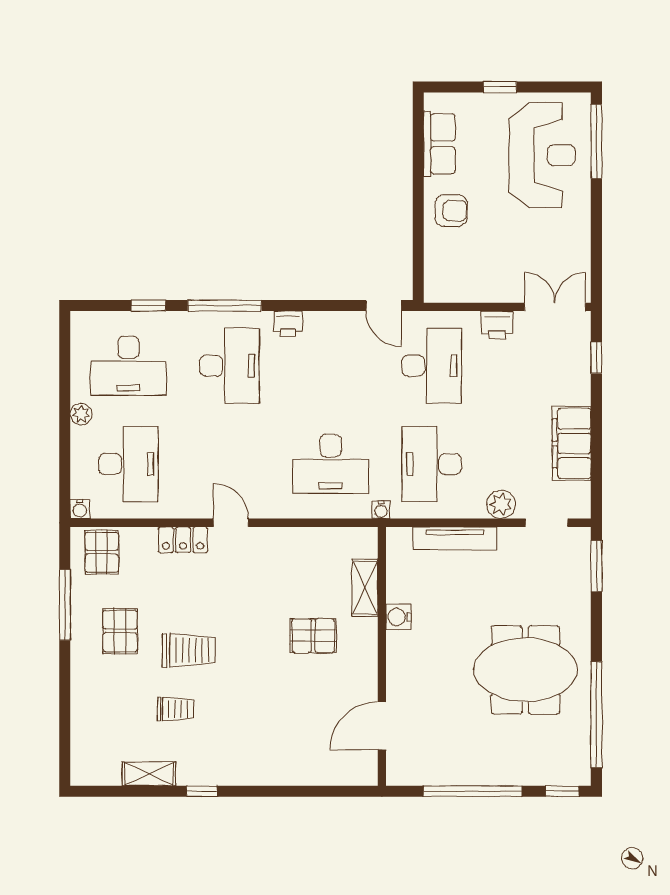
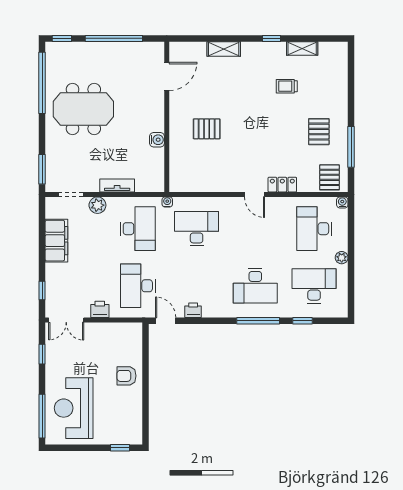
window: (500, 87) -> (120, 448), moved
row of seats: (439, 144) -> (133, 415), removed
window: (596, 248) -> (42, 354), added
printer: (288, 324) -> (193, 310), moved
desk: (230, 366) -> (255, 286), turned -90
tv unit: (455, 538) -> (117, 186), width x0.71
shelving: (365, 588) -> (224, 49), moved, turned 90
trolley: (189, 650) -> (279, 120), removed

